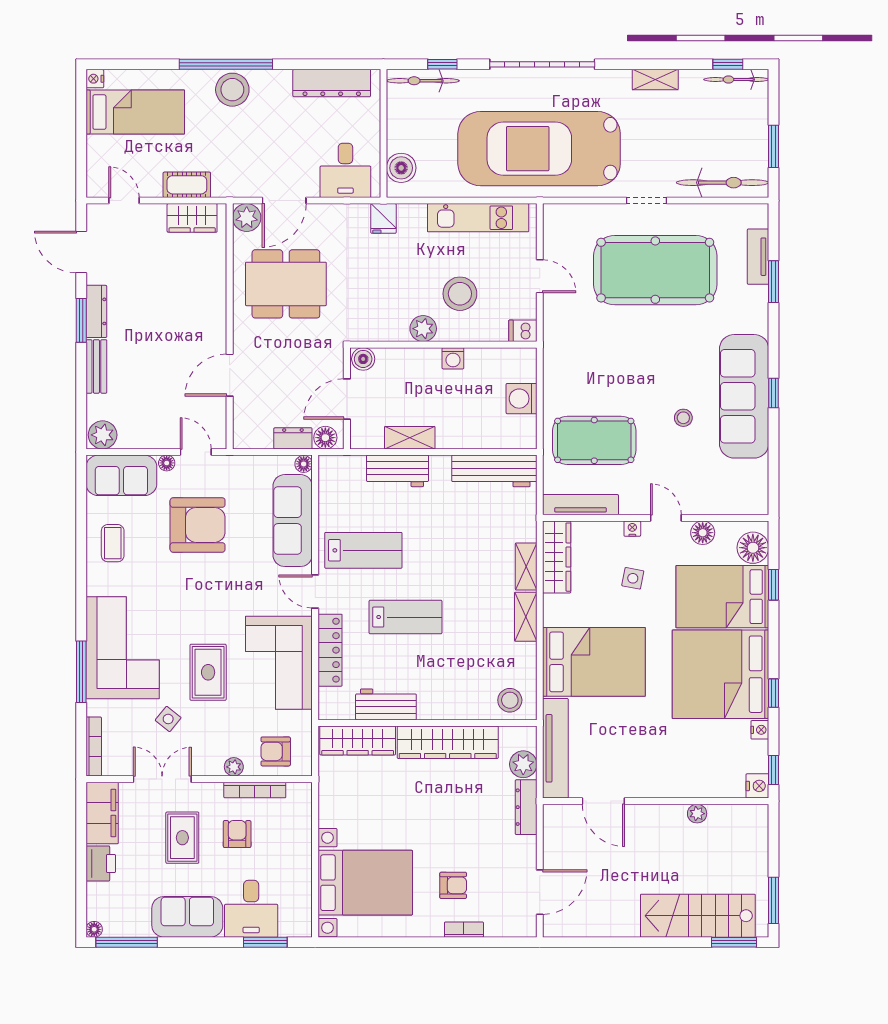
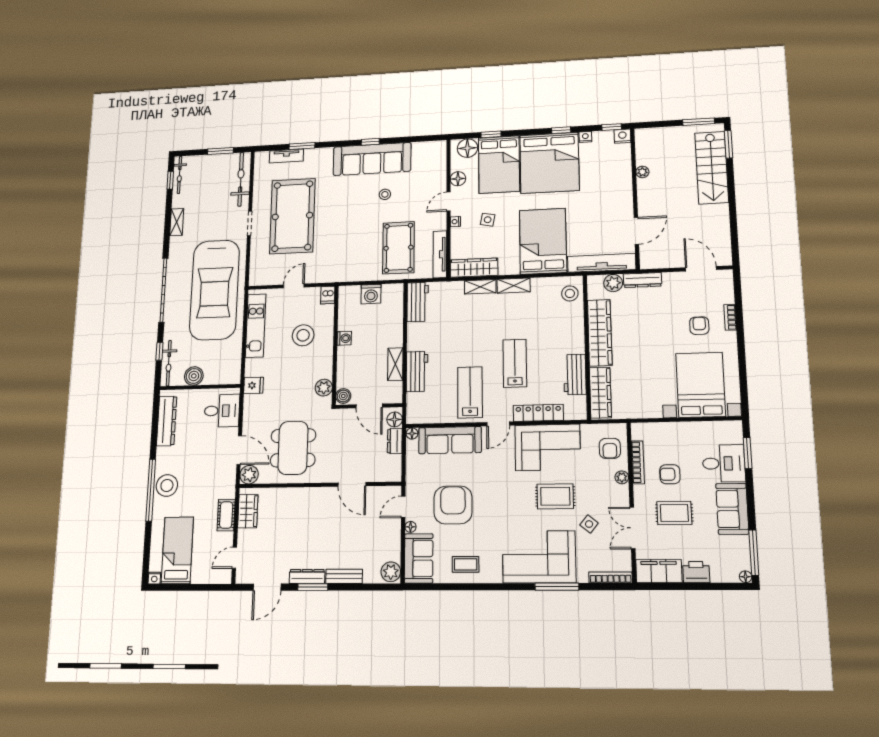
boiler: (401, 168) -> (194, 376), moved
plant: (423, 329) -> (324, 388), moved
workbench: (494, 471) -> (418, 302), width x0.73

